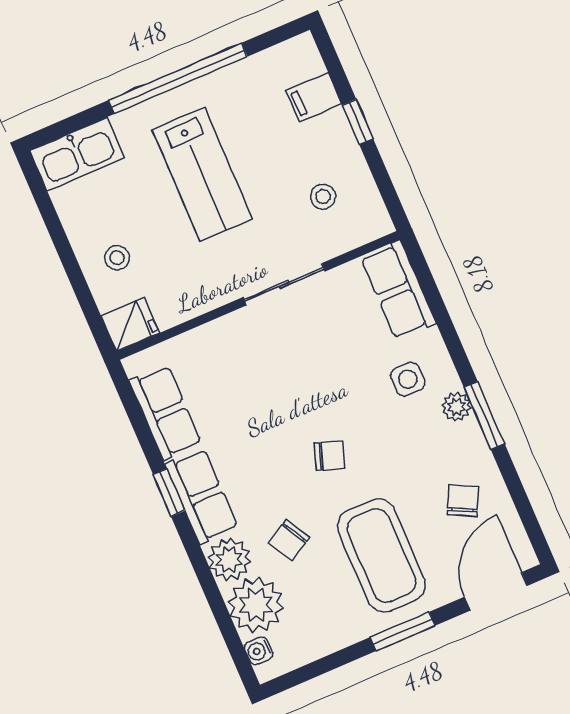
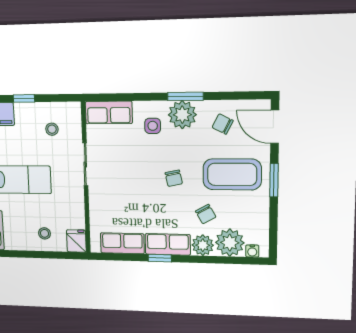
plant: (456, 407) -> (182, 115), width x1.87, depth x1.87
chair: (329, 456) -> (174, 178), turned 149

